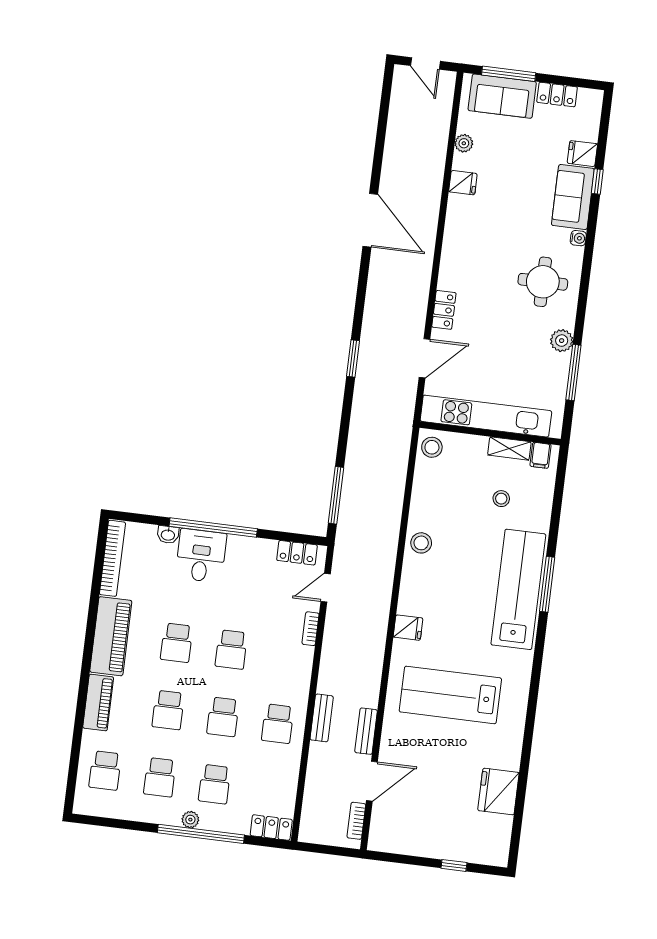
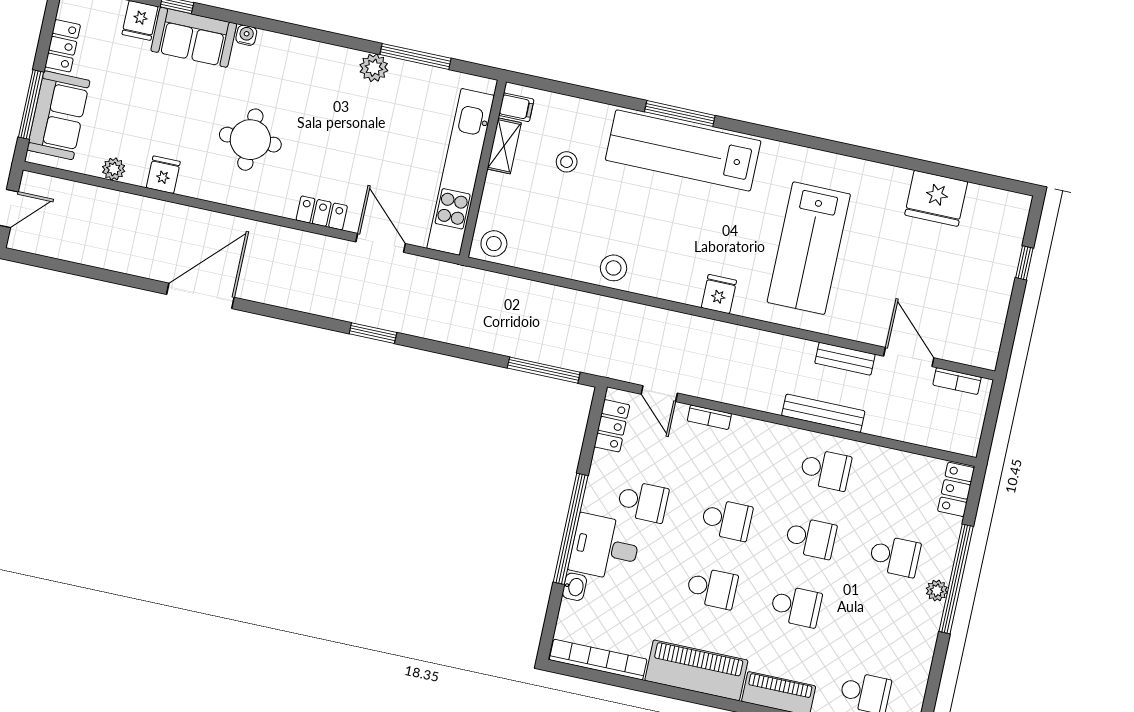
round table: (543, 282) -> (250, 140), moved
bench: (322, 718) -> (823, 413), width x1.36
school desk: (160, 777) -> (643, 502), moved

